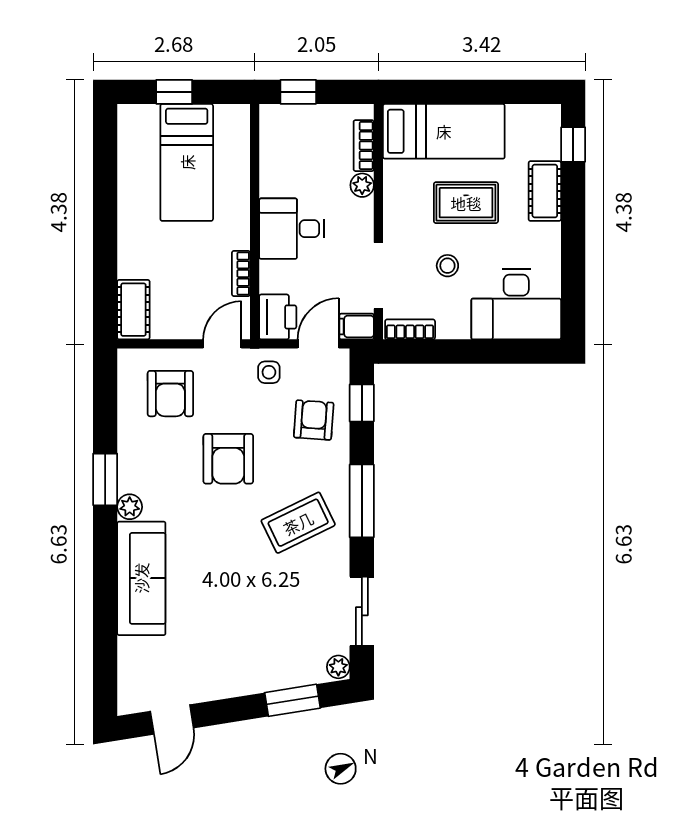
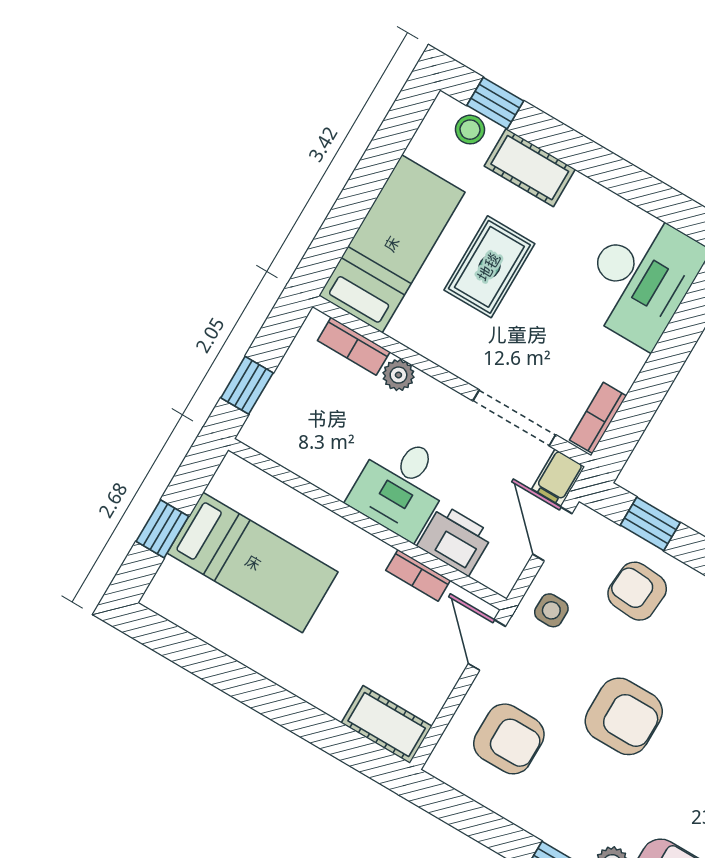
stool: (447, 266) -> (470, 130), moved
printer: (278, 317) -> (455, 540), moved

